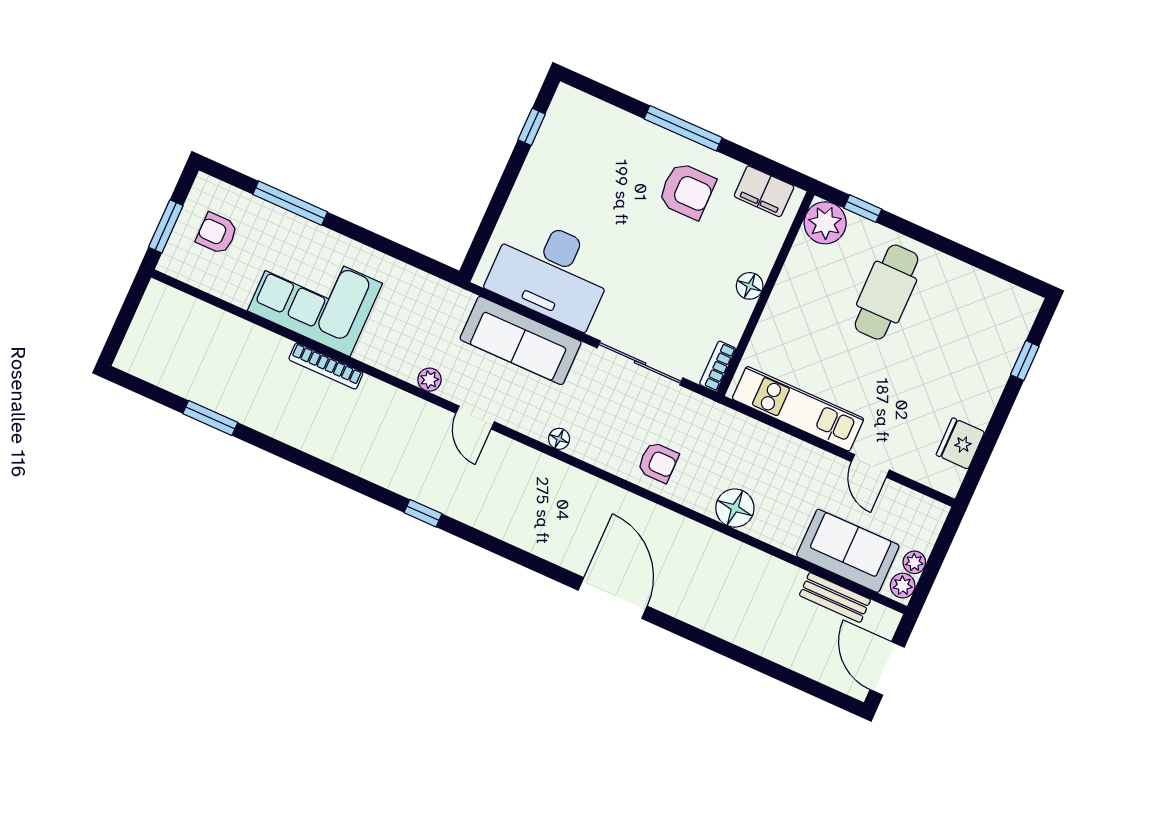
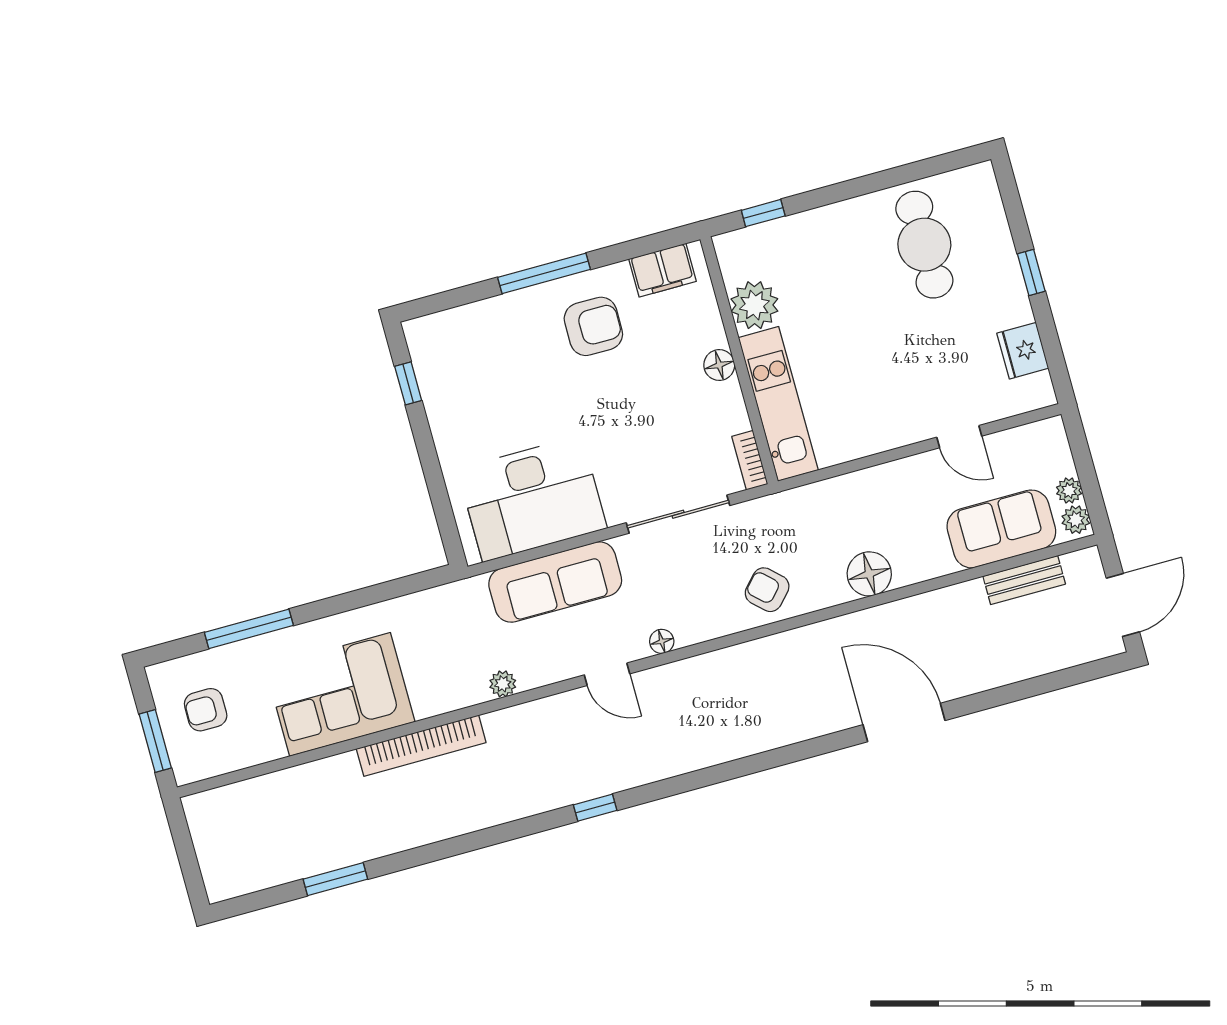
plant: (825, 223) -> (754, 305), moved
cafe table: (887, 292) -> (924, 245), moved
window: (1025, 361) -> (1031, 272), moved
bookcase: (326, 366) -> (421, 746), width x1.48, depth x1.31
kitchen unit: (798, 409) -> (778, 404), moved, turned 90
door: (475, 418) -> (607, 674), moved
armchair: (658, 462) -> (767, 590), turned -137
door: (613, 598) -> (904, 723), moved
door: (887, 668) -> (1123, 605), swing flipped

